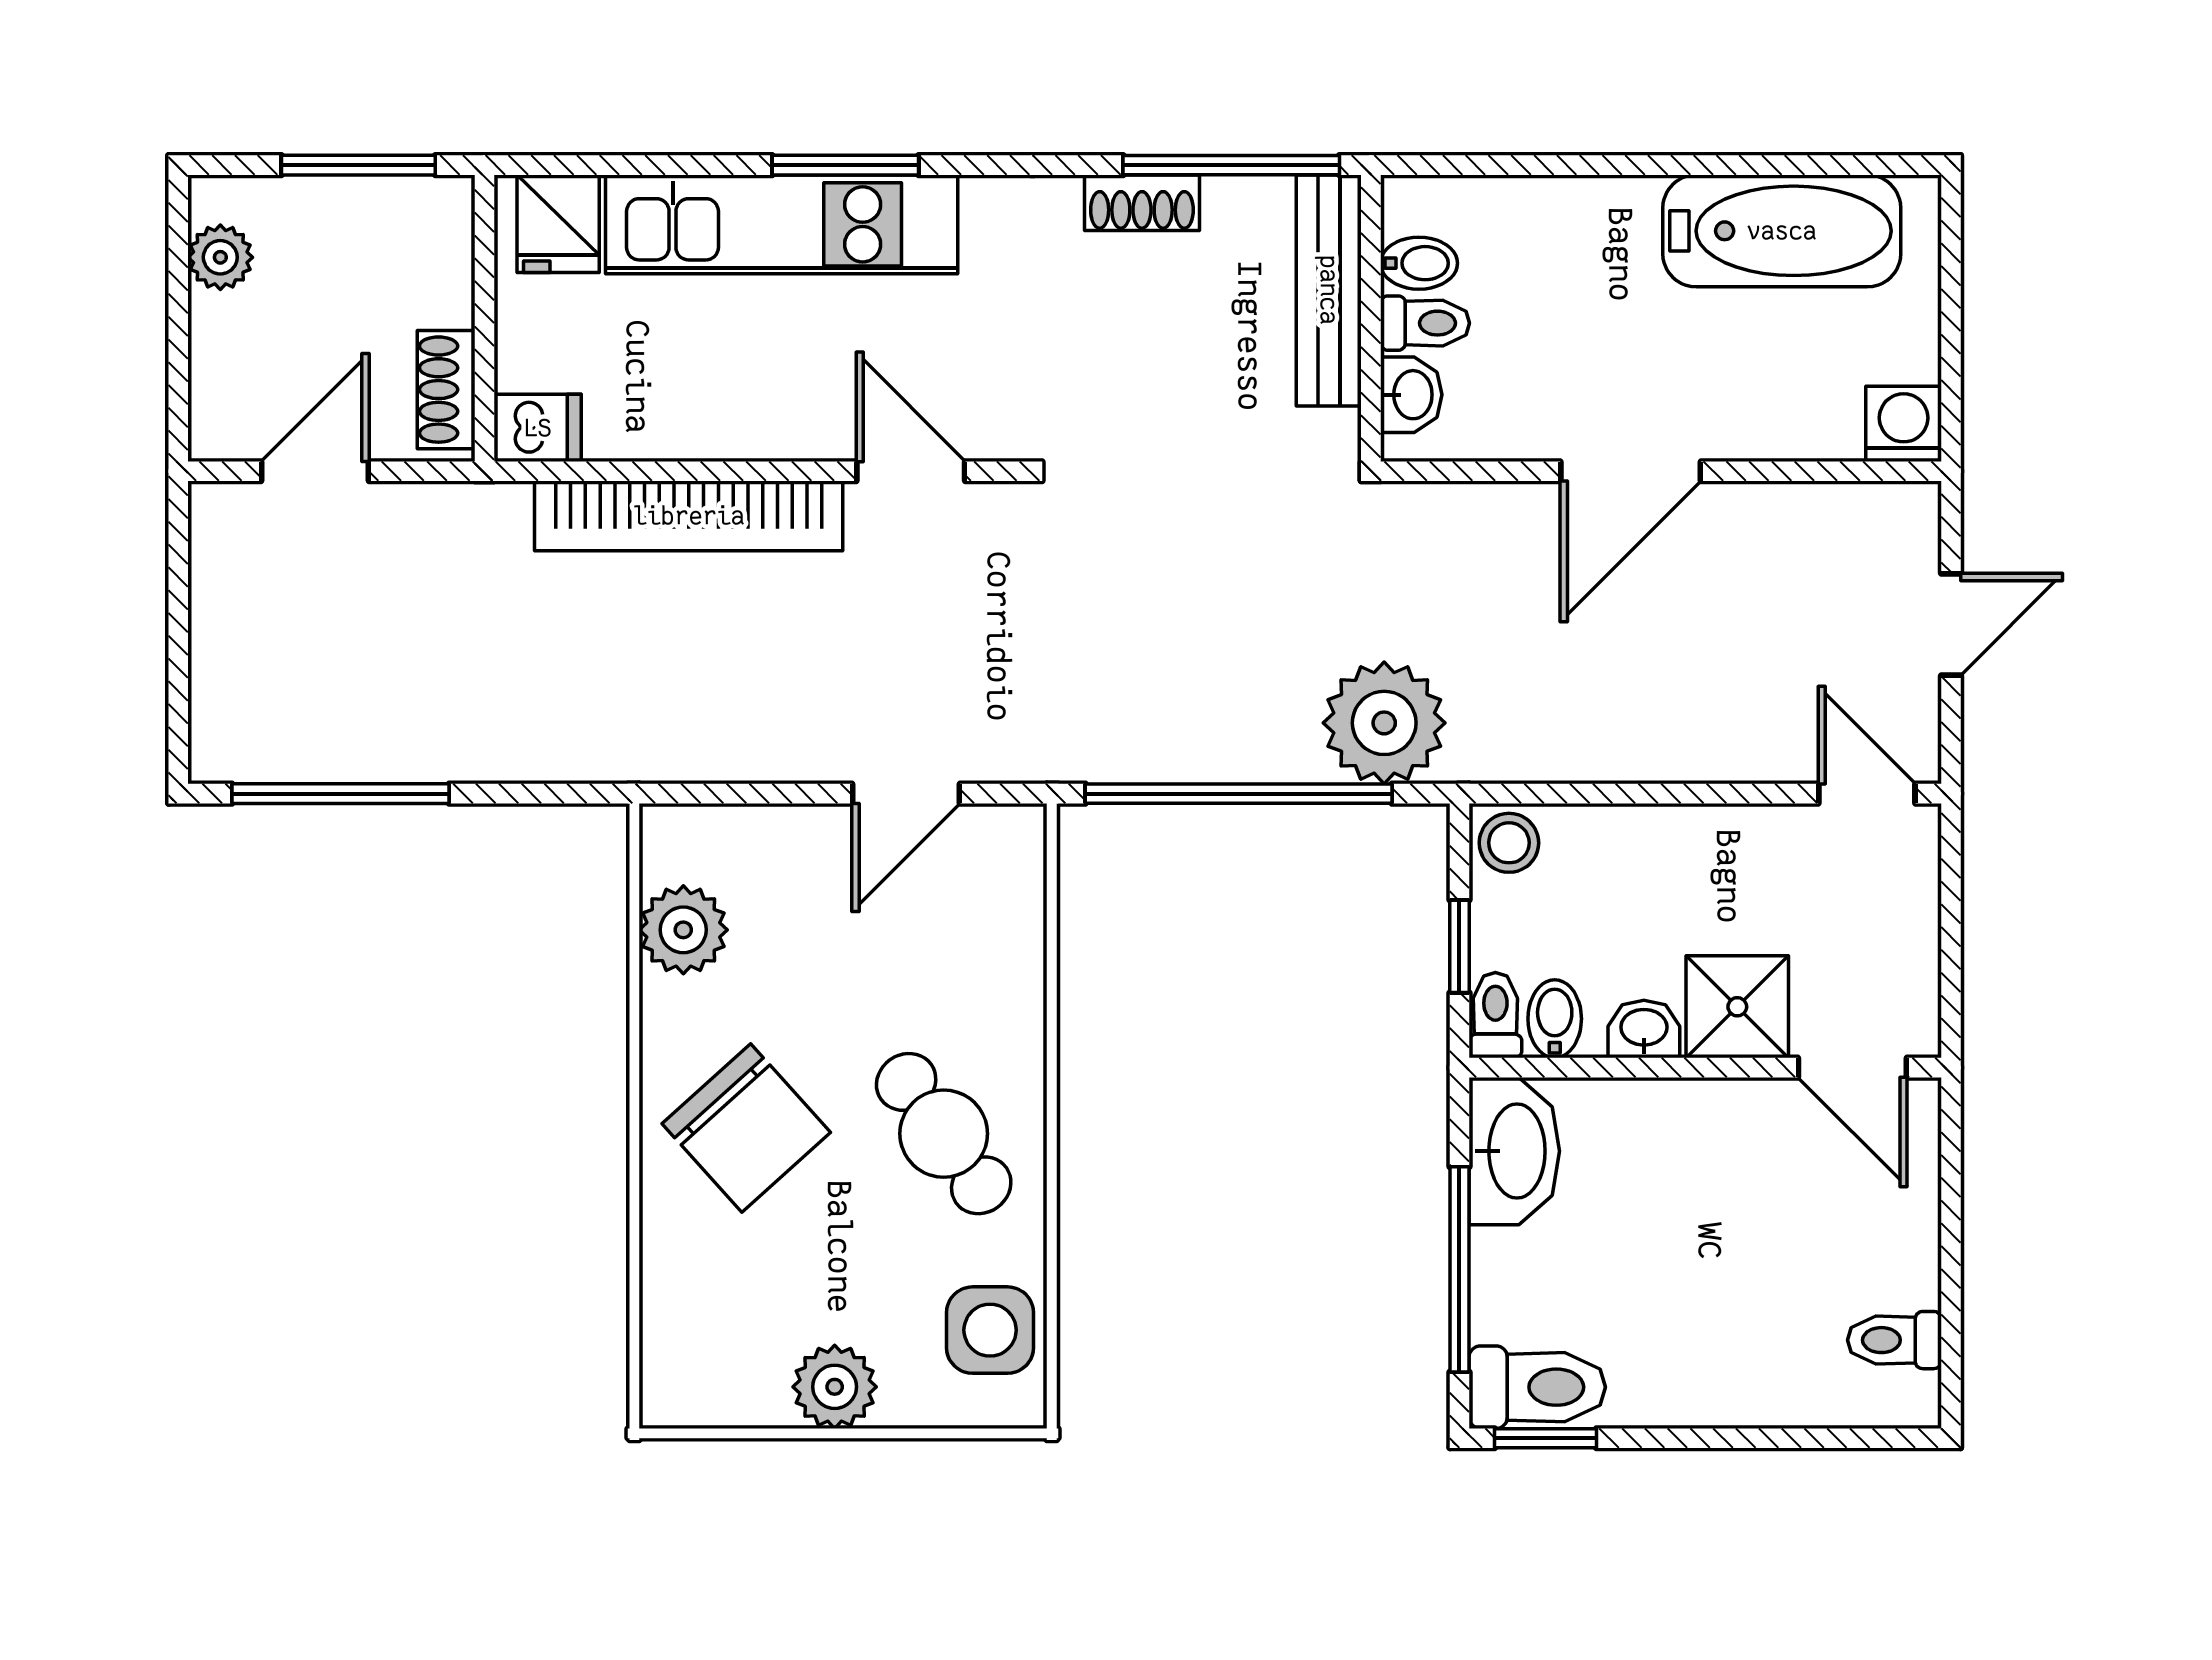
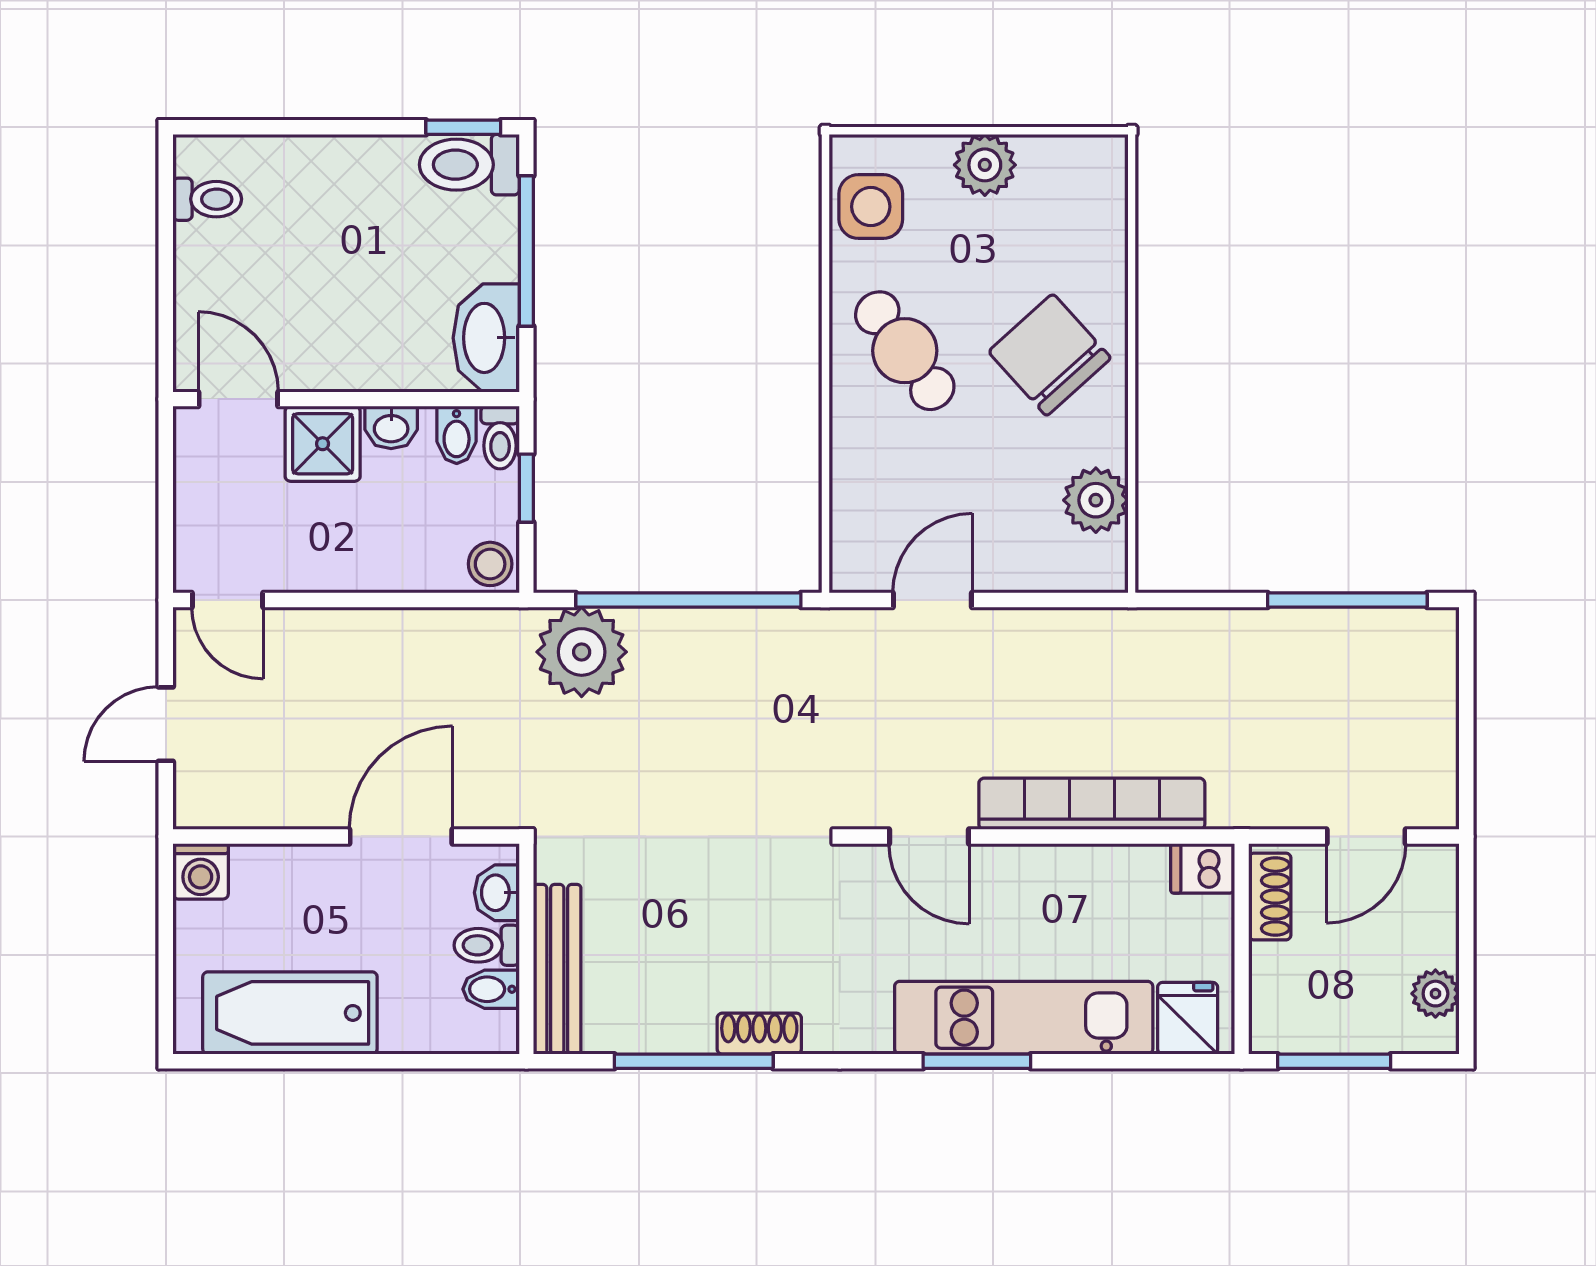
bidet: (1419, 263) -> (491, 989), moved
bench: (1329, 290) -> (557, 969), moved
wall: (1371, 318) -> (526, 949), moved
toilet: (1425, 323) -> (487, 945), moved
washbasin: (1411, 395) -> (497, 893), moved

